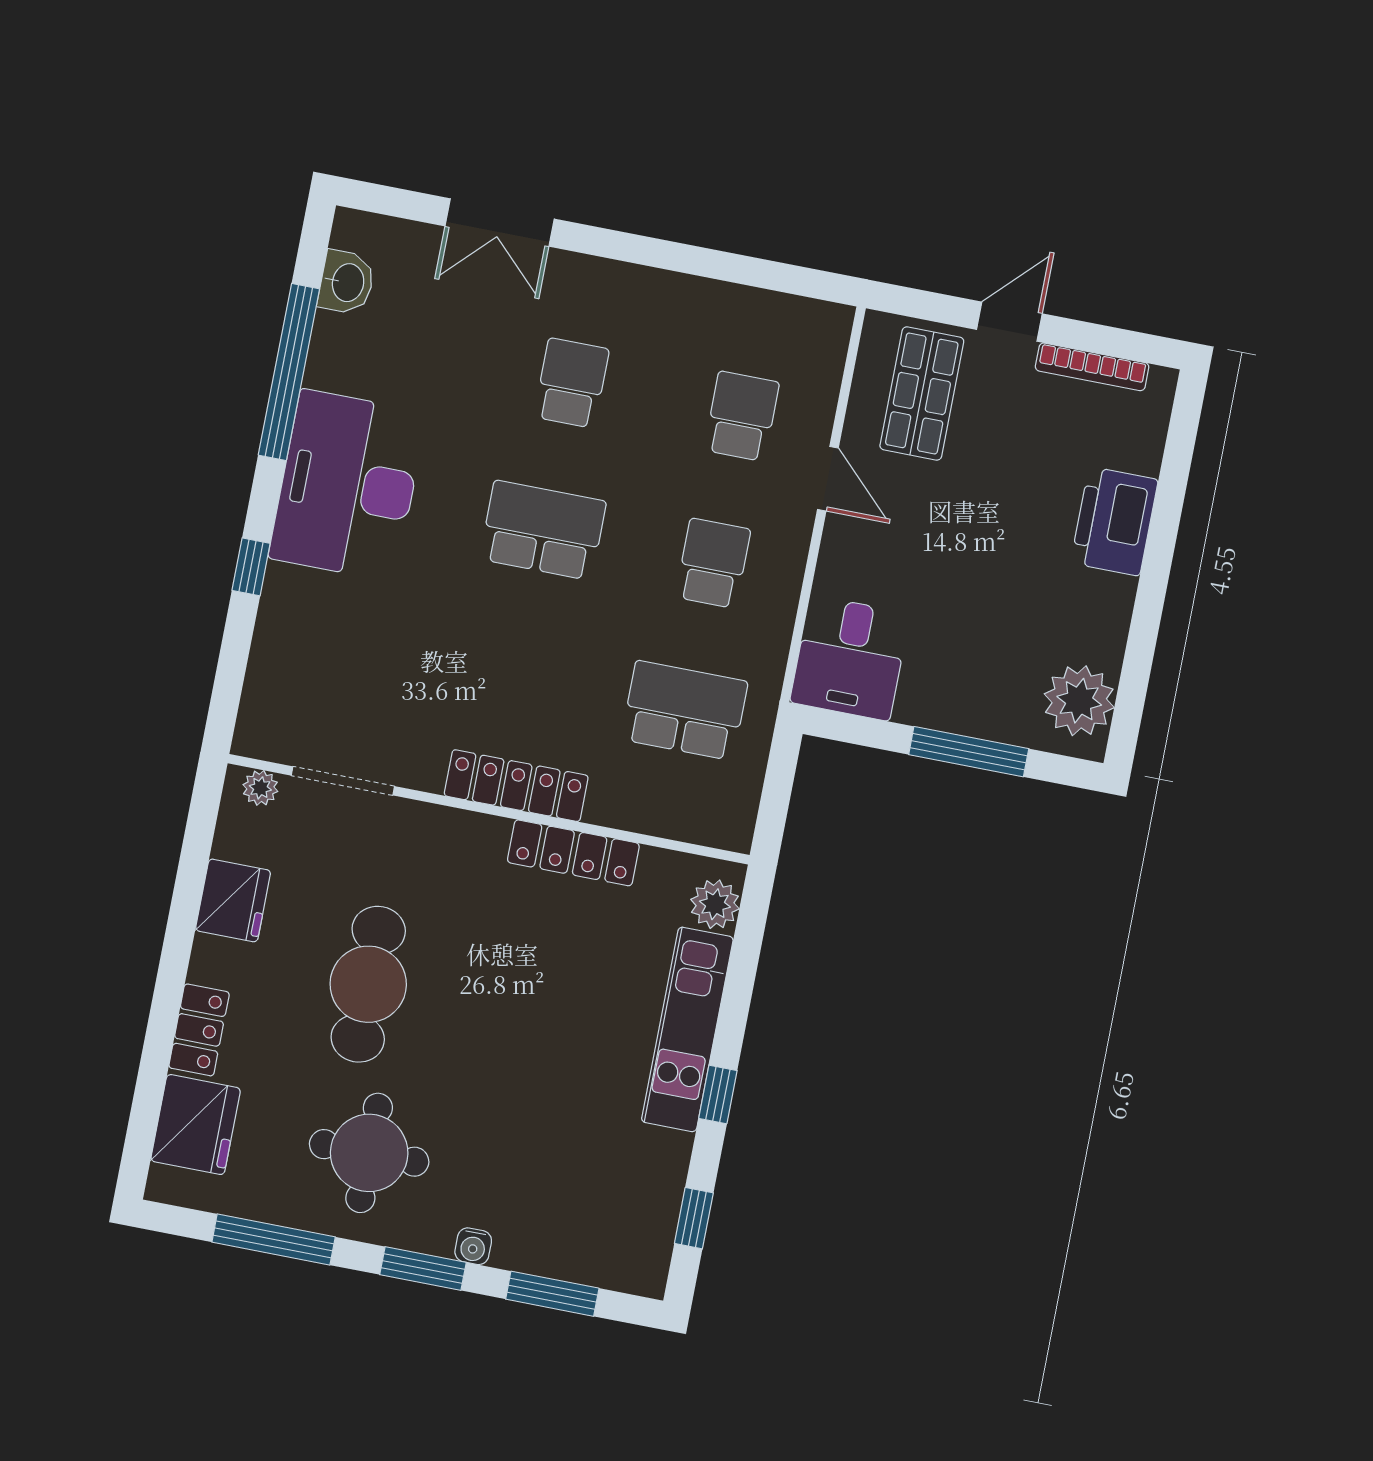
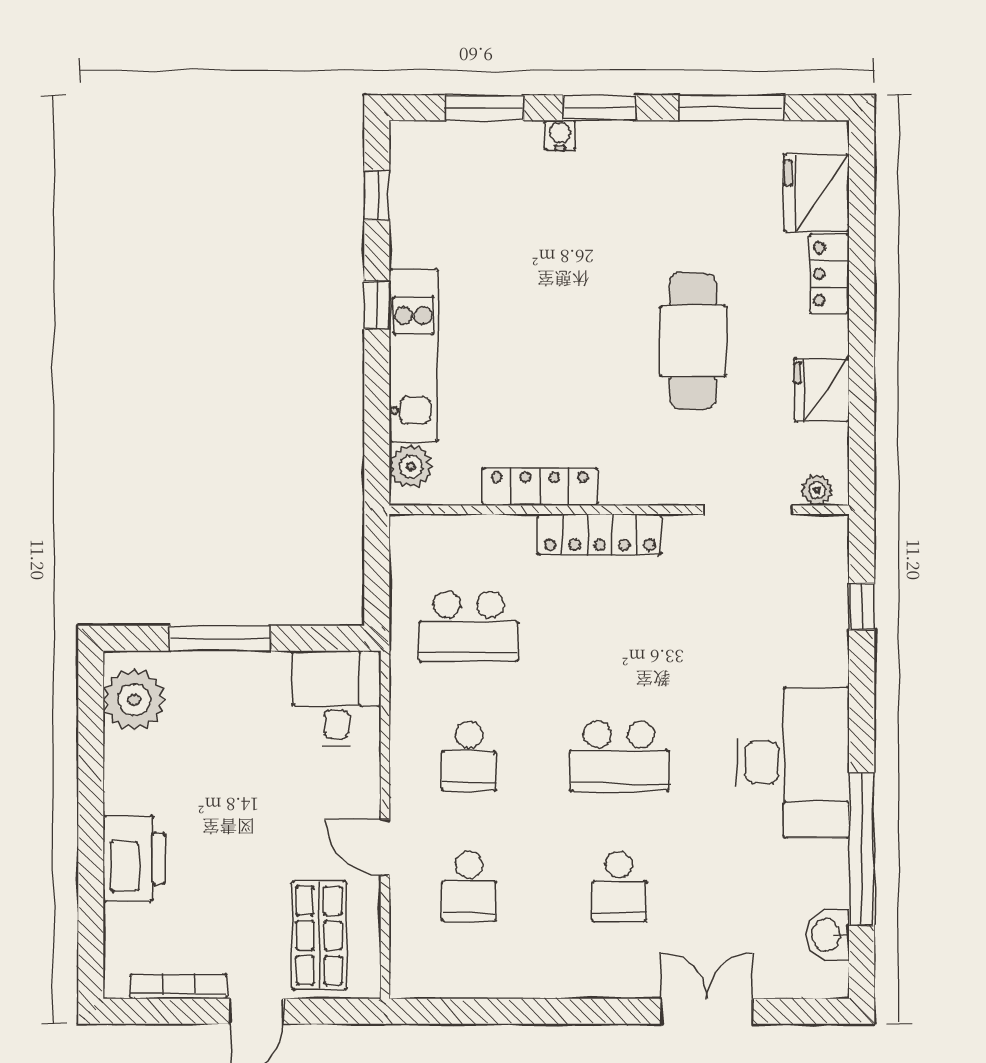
window: (251, 567) -> (862, 606), moved
round table: (369, 1153) -> (664, 197), removed

